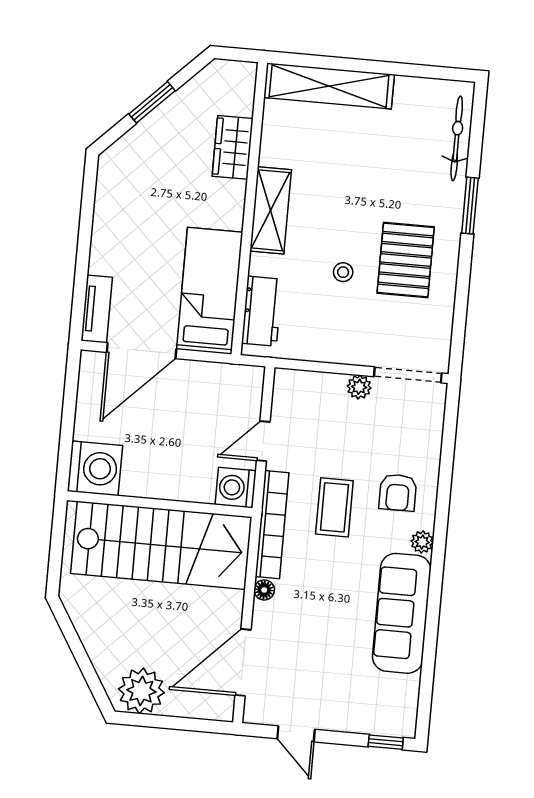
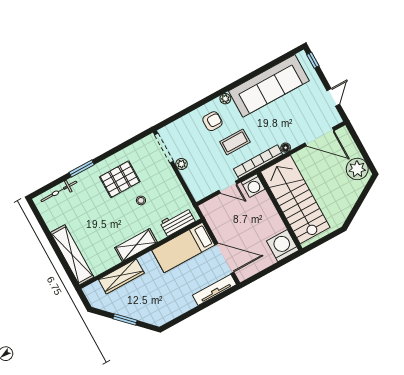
wardrobe: (233, 147) -> (121, 276), width x1.50
tv unit: (97, 309) -> (215, 290), width x1.41
sofa: (402, 613) -> (269, 86), width x1.36, depth x1.27

